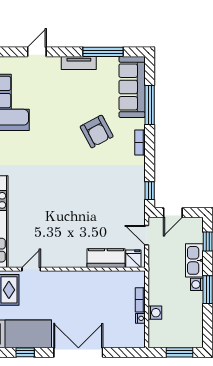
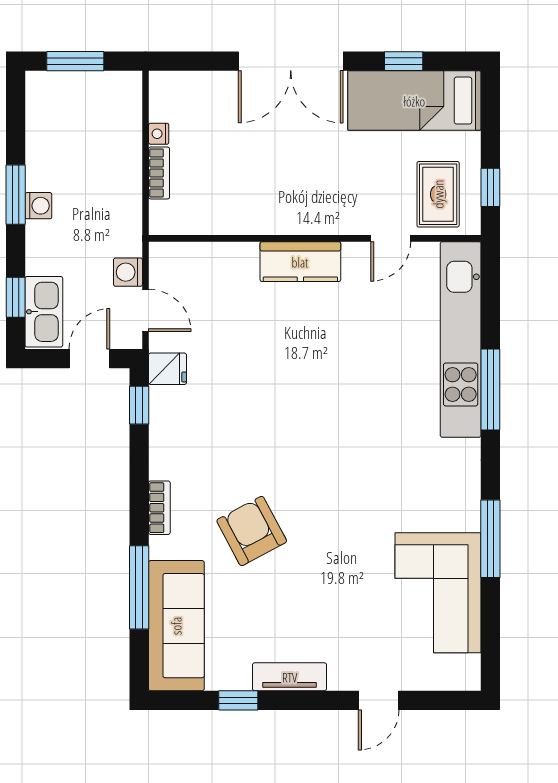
window: (103, 52) -> (238, 700), width x0.46
kitchen counter: (106, 258) -> (300, 262), moved
fridge: (133, 259) -> (167, 369), moved, turned -90
kitchen sink: (194, 260) -> (44, 312), moved
washing machine: (155, 313) -> (128, 272), moved

